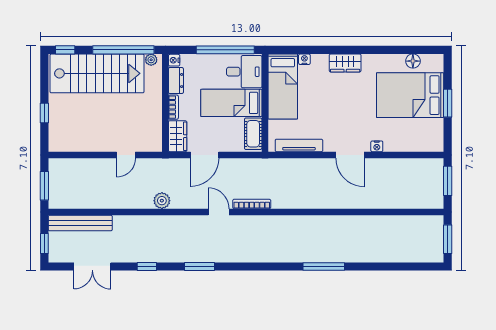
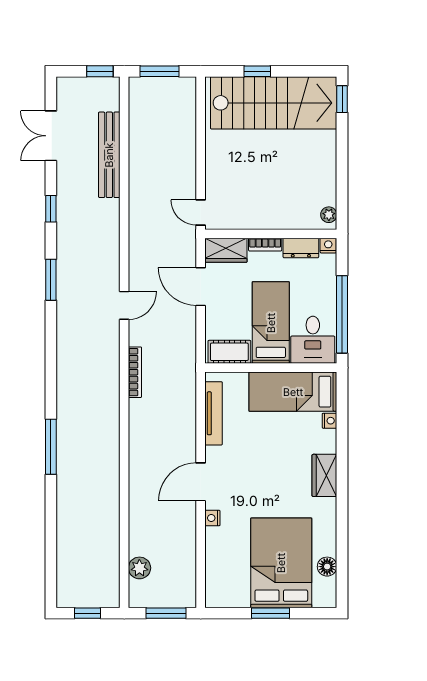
window: (123, 50) -> (342, 177), removed
stairs: (97, 73) -> (274, 103), moved, turned -90
door: (126, 155) -> (201, 212), moved
plant: (162, 201) -> (139, 568), moved
bookcase: (252, 204) -> (135, 372), moved
bench: (80, 223) -> (109, 155), moved
window: (448, 239) -> (88, 613), width x0.67
window: (44, 243) -> (100, 71), moved

